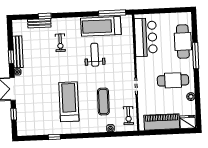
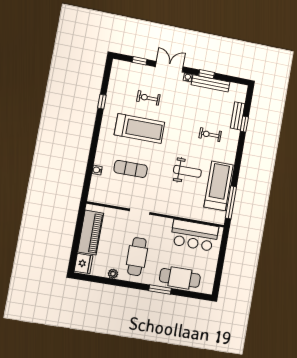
window: (196, 56) -> (160, 289), width x0.69
exercise bike: (128, 116) -> (148, 98), moved

